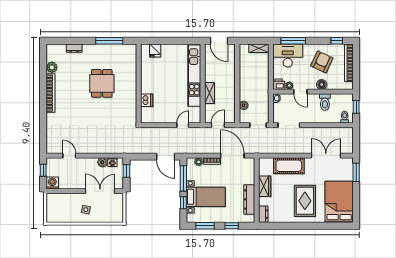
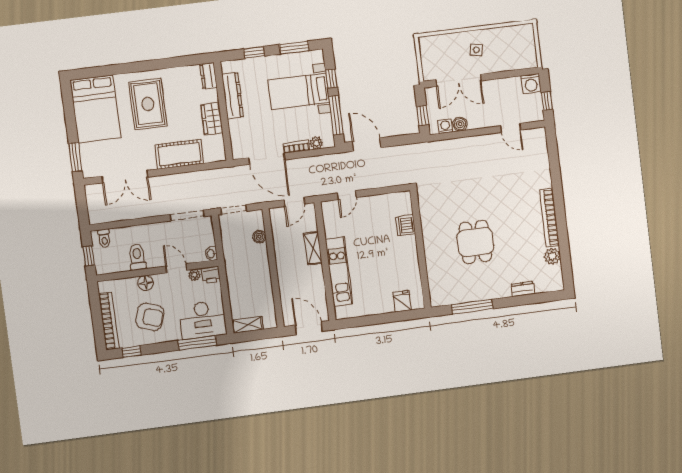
armchair: (322, 62) -> (150, 317), turned -96
kitchen unit: (194, 76) -> (339, 271), width x0.73

